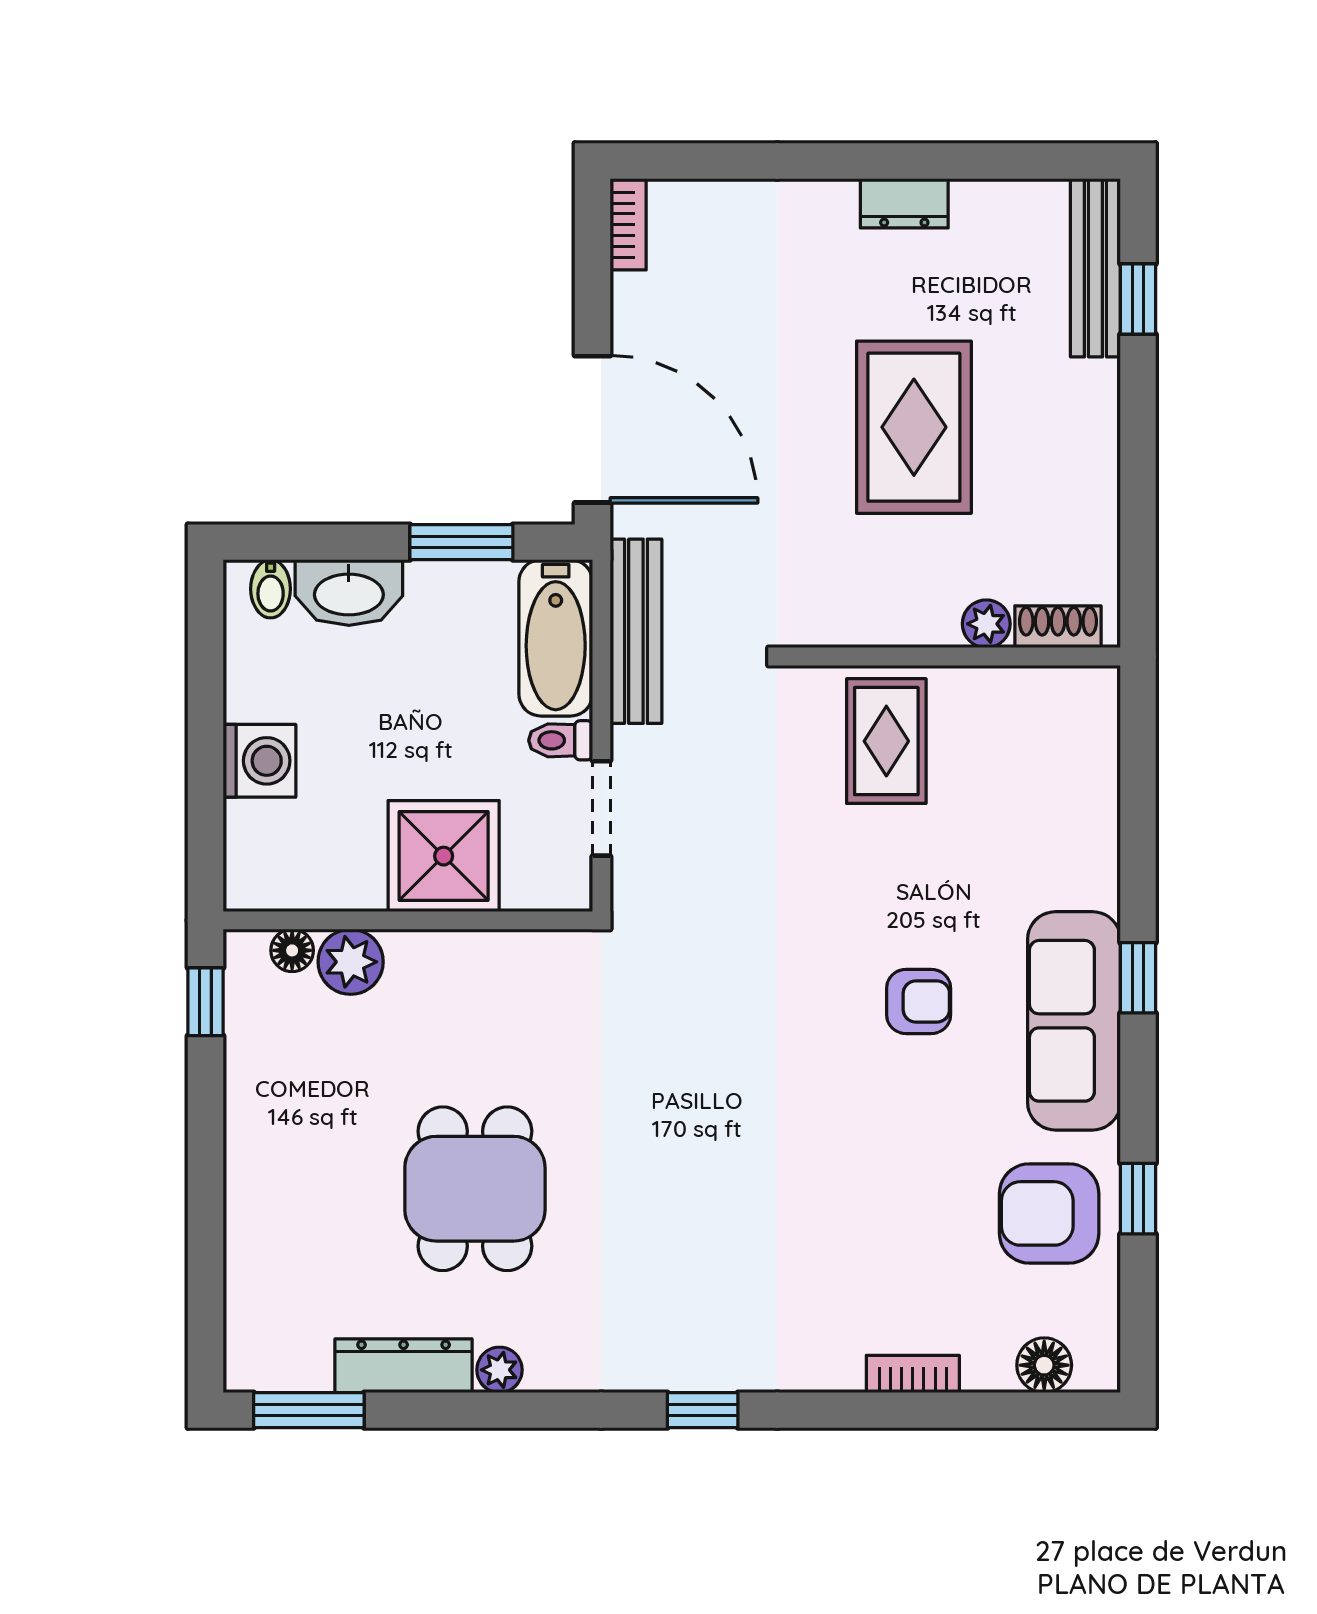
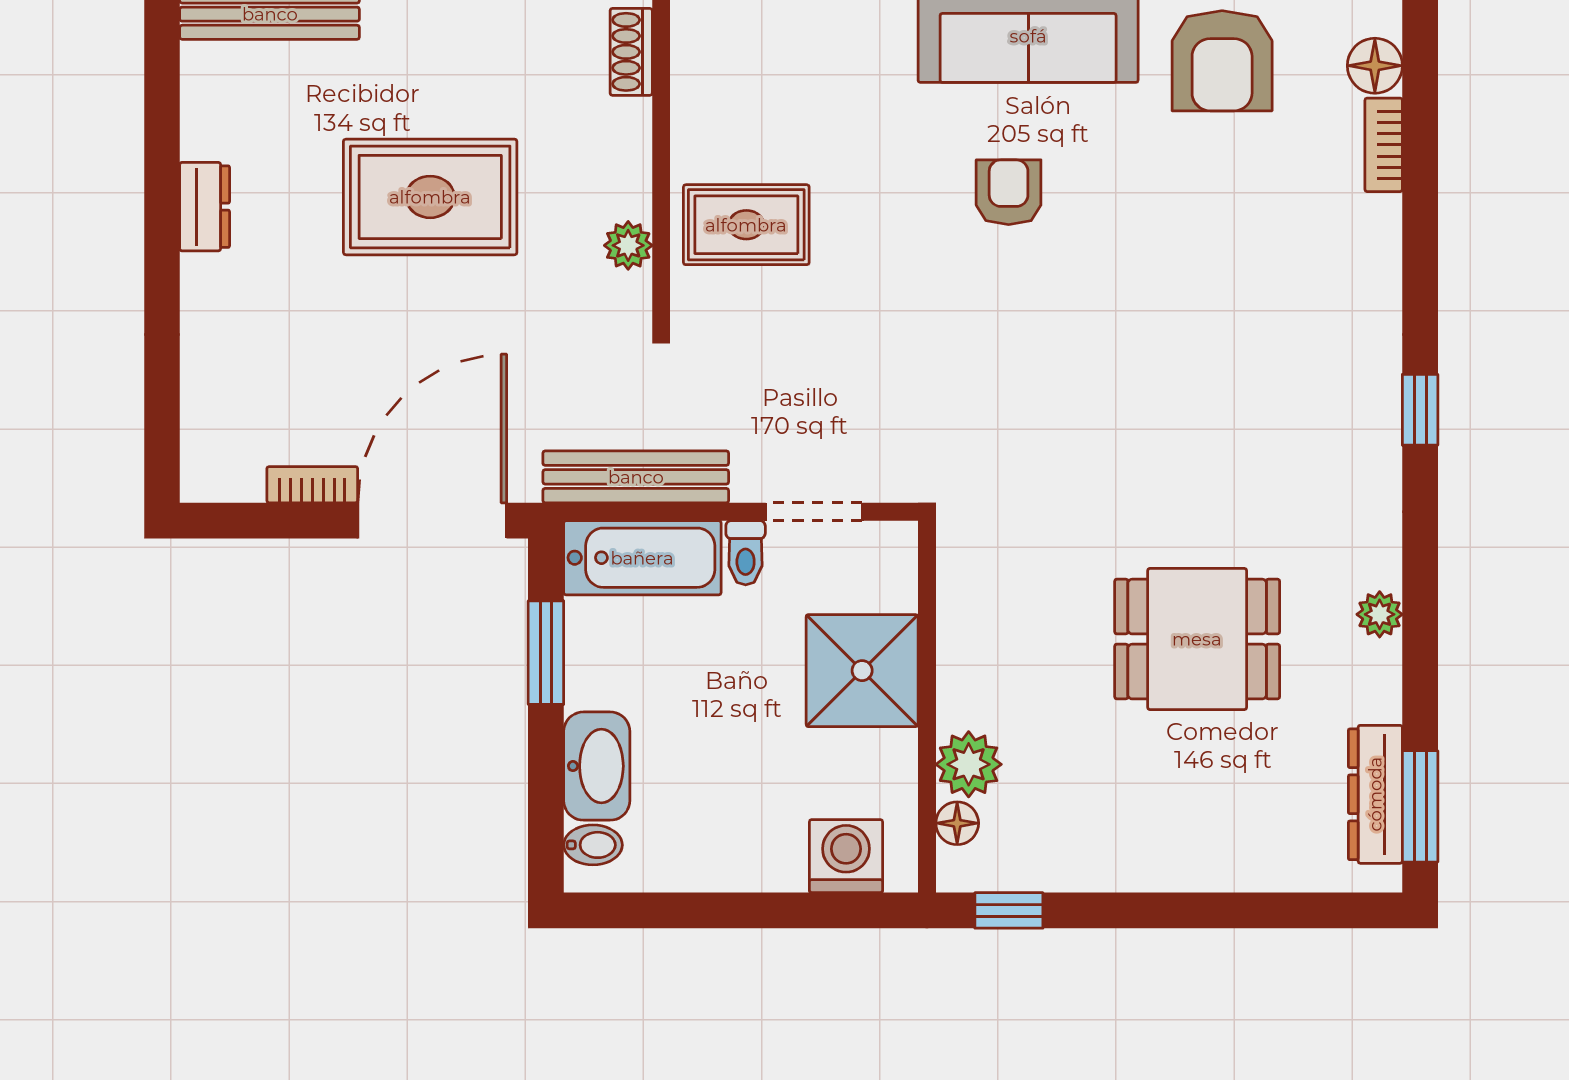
bookcase: (628, 225) -> (312, 485), moved
plant: (986, 624) -> (628, 245), moved
washing machine: (259, 761) -> (846, 856), moved
dresser: (404, 1366) -> (1375, 794), moved
bookcase: (913, 1374) -> (1384, 145), moved

